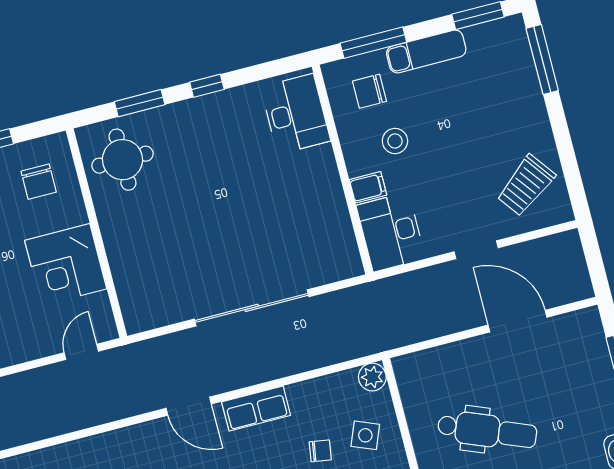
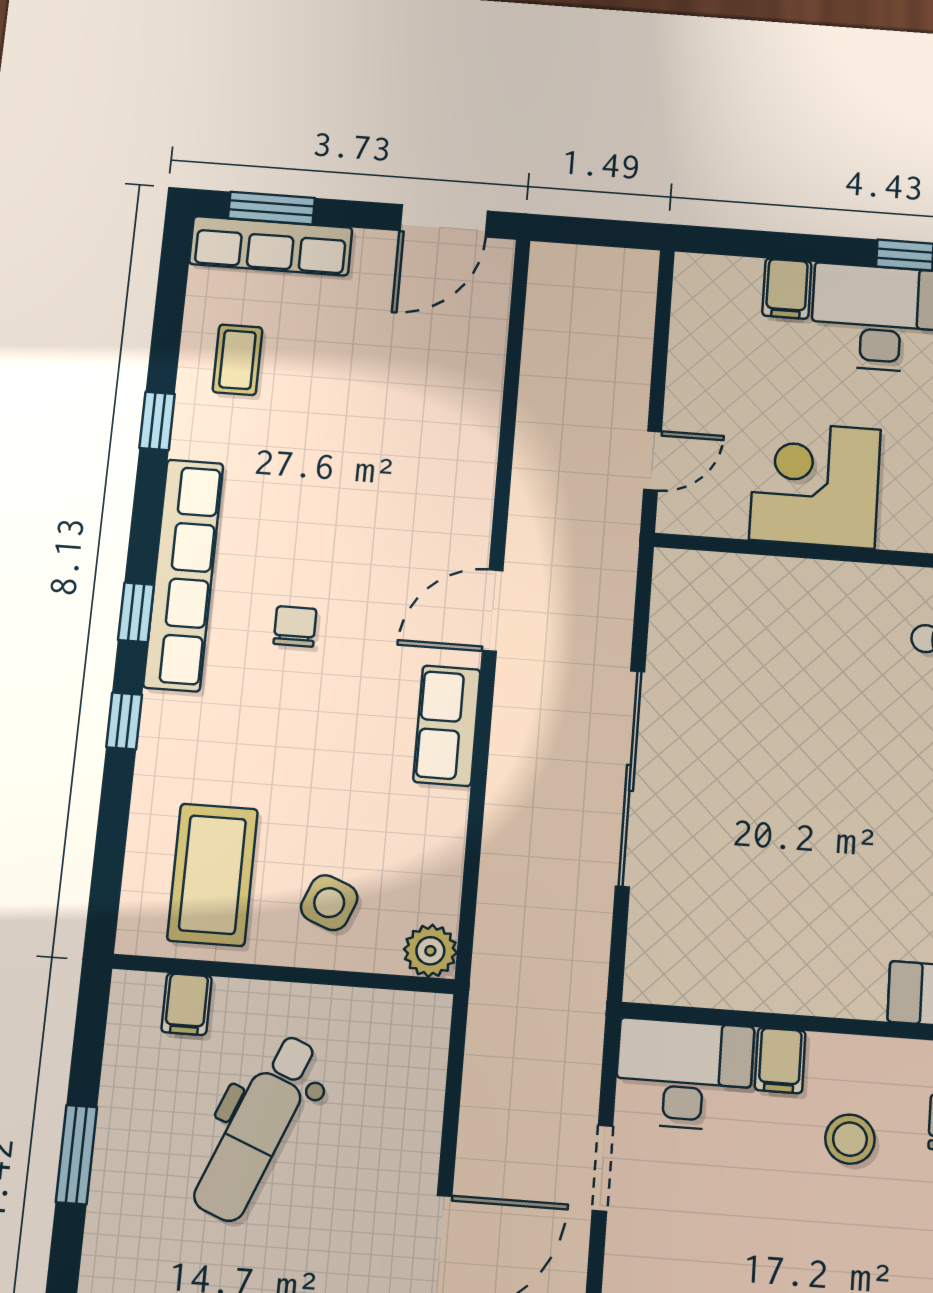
doorway: (476, 250) -> (602, 1168), moved
door: (81, 352) -> (653, 460), hinge flipped
chair: (320, 451) -> (330, 813), removed

